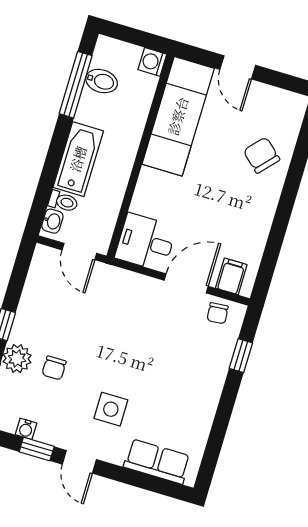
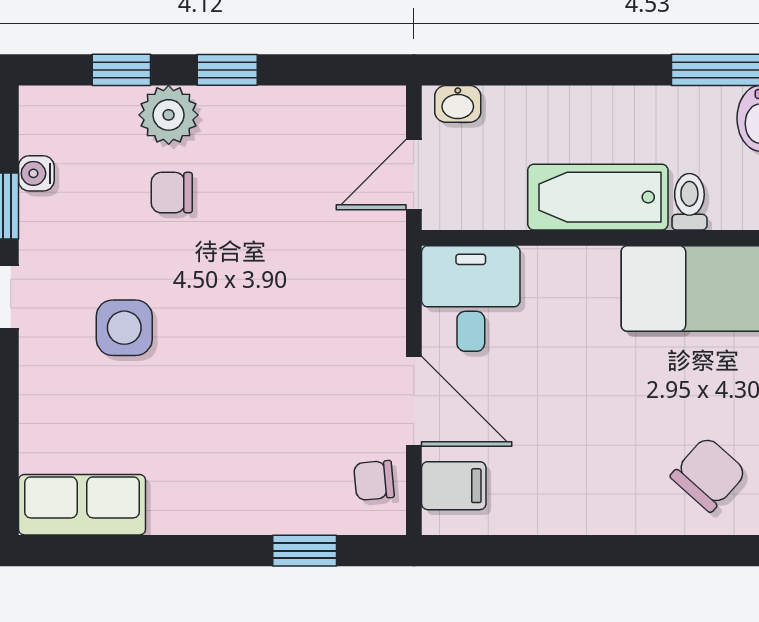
bathtub: (78, 159) -> (598, 197), moved, turned 180
toilet: (63, 202) -> (689, 202), moved, turned 180
row of seats: (157, 461) -> (82, 505), moved, turned -90

